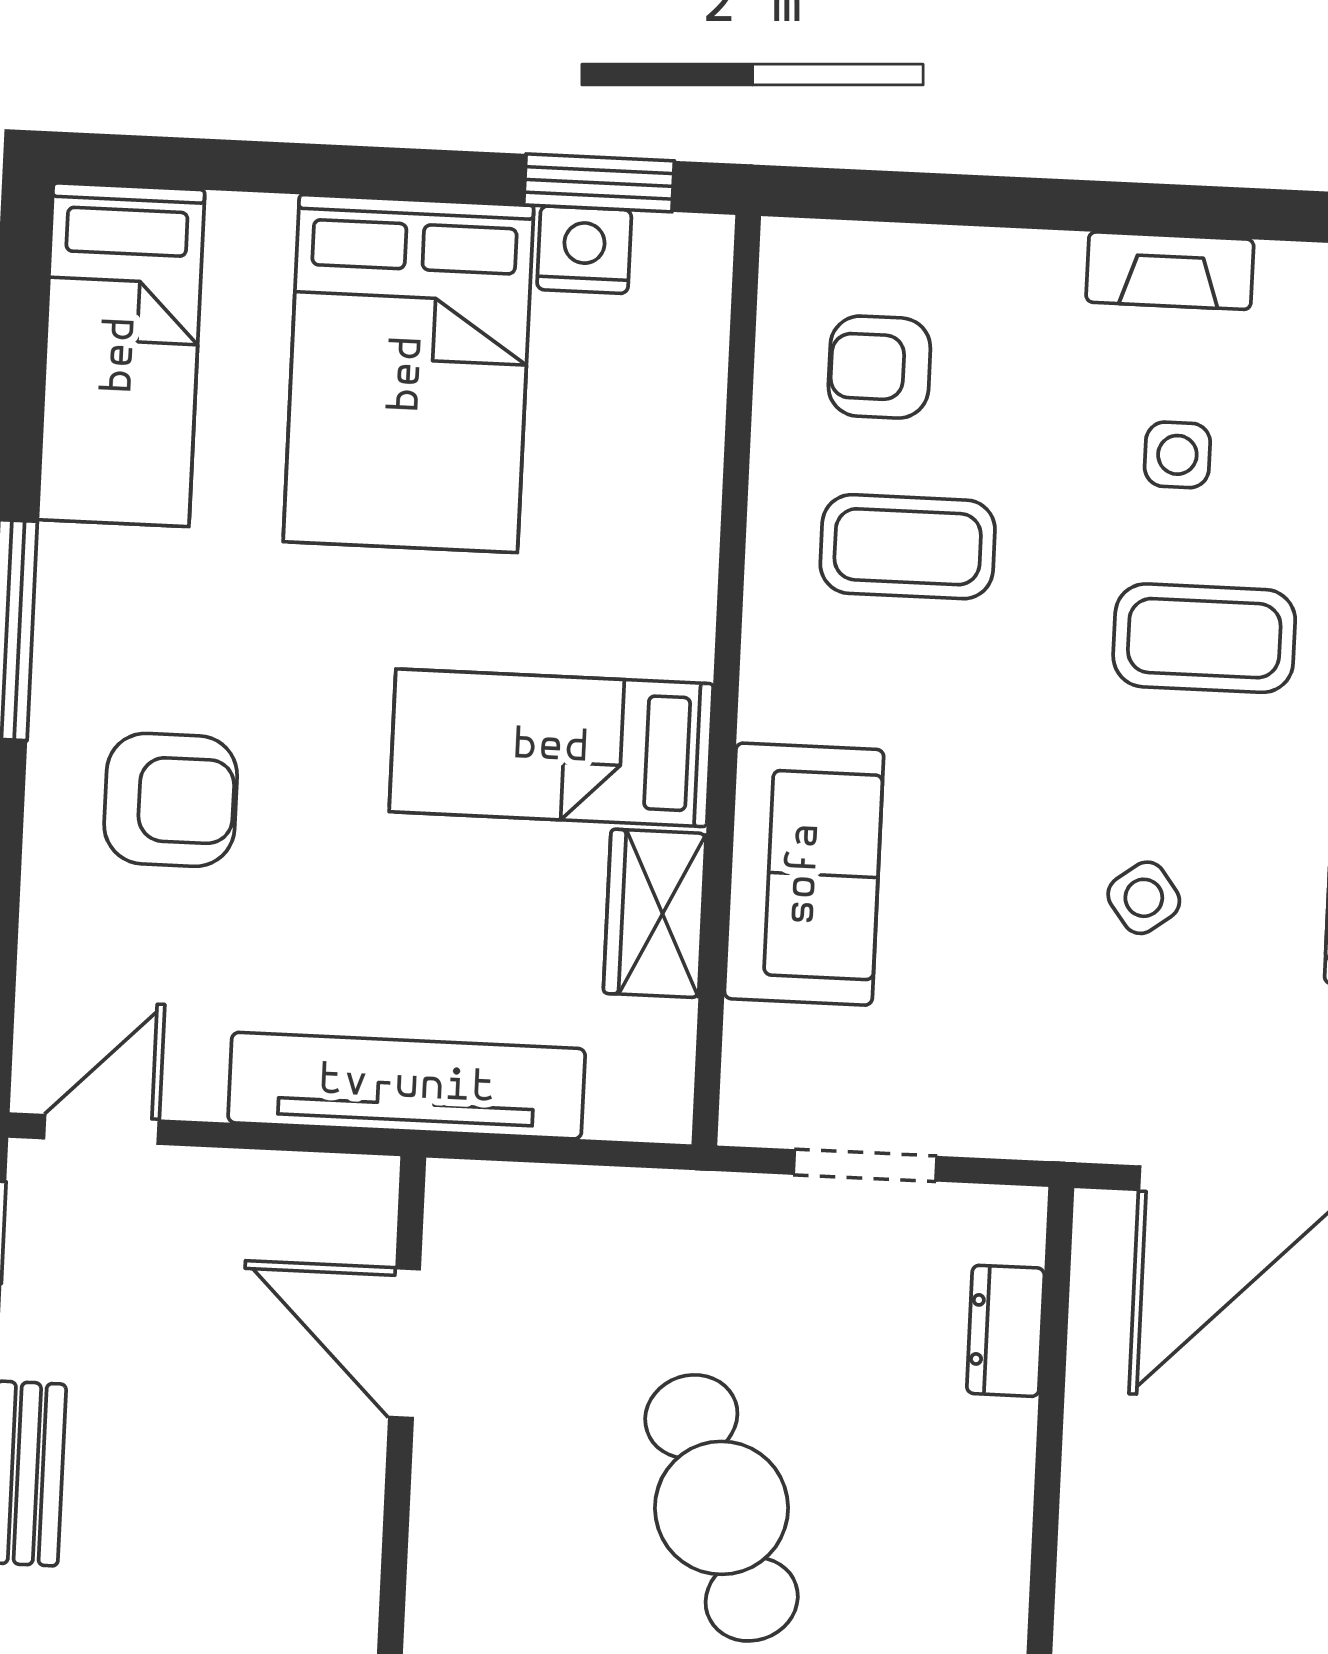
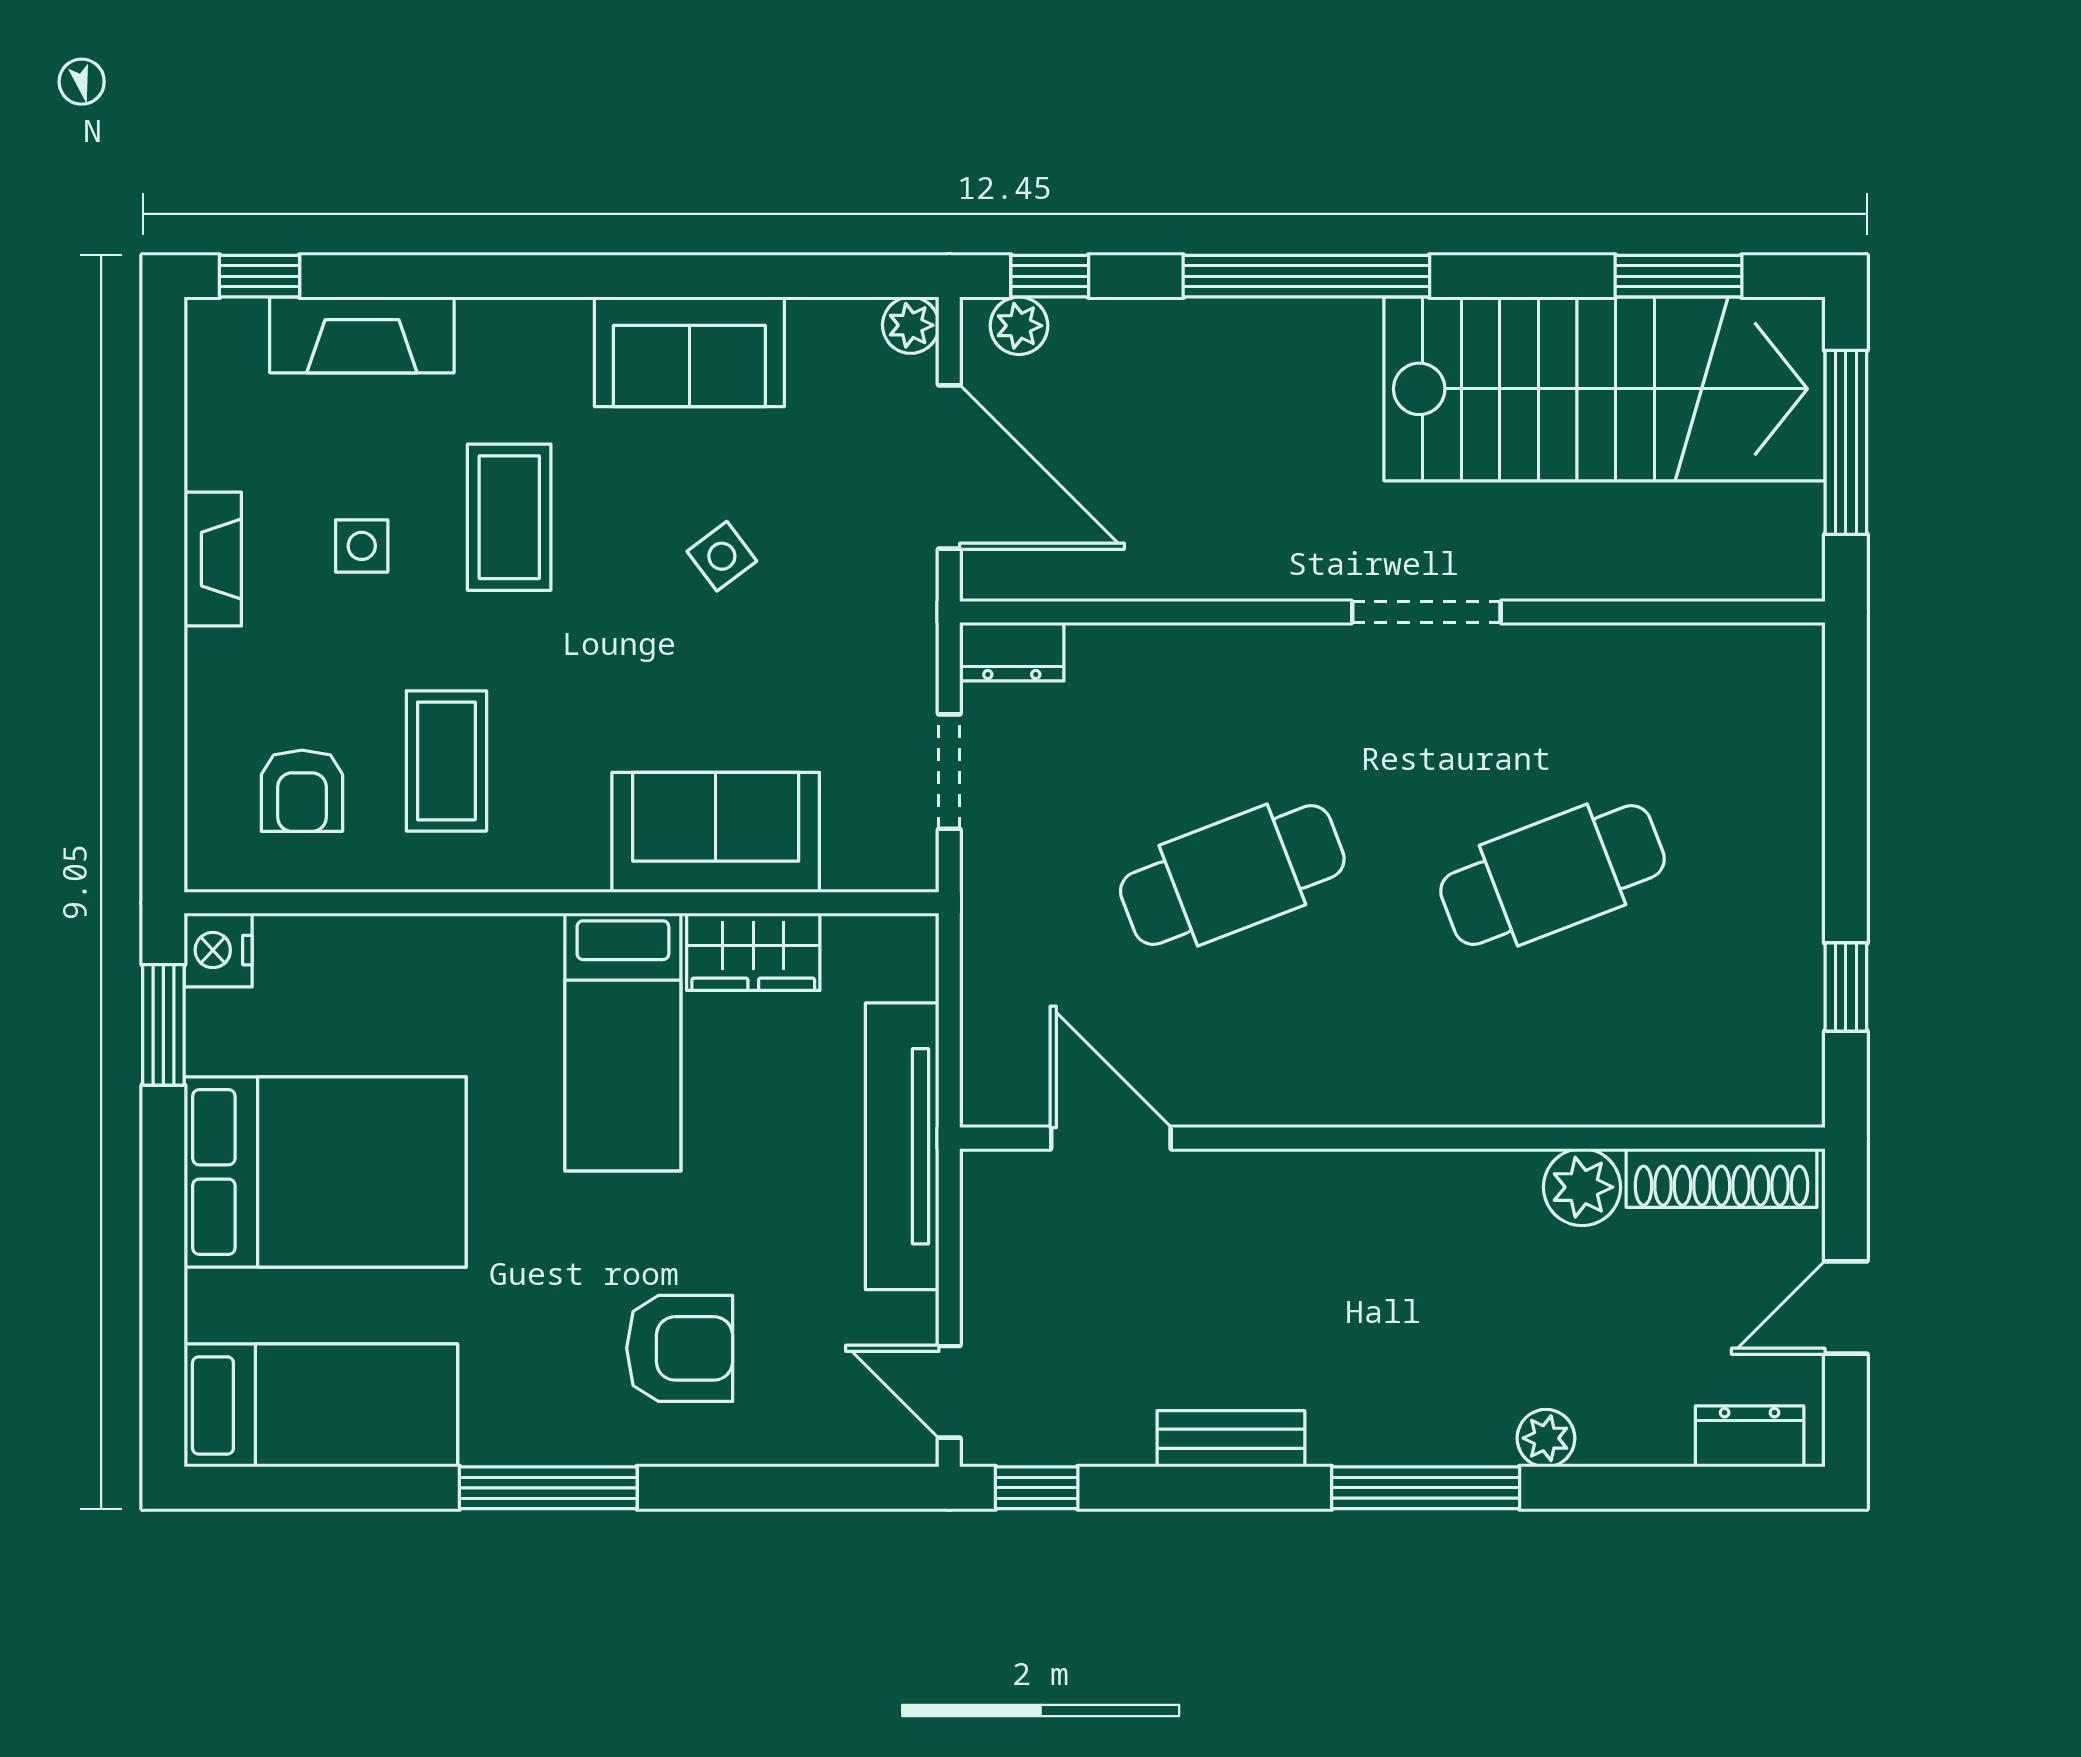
nightstand: (584, 250) -> (218, 950), moved
armchair: (171, 800) -> (680, 1348), turned 90
dresser: (1006, 1331) -> (1012, 652), moved
door: (405, 1343) -> (1111, 1138), swing flipped

